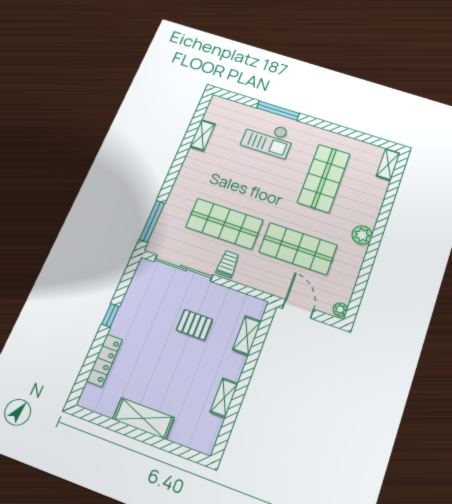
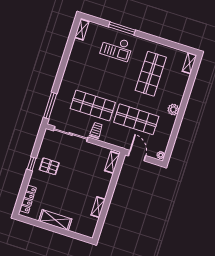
shelving: (202, 135) -> (82, 29), moved
pallet: (194, 325) -> (49, 166), moved
shelving: (247, 336) -> (112, 162), moved
locker: (105, 360) -> (28, 199), moved

